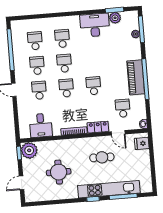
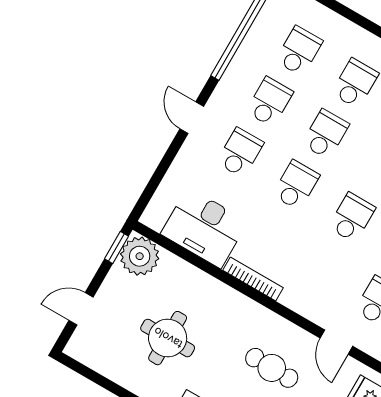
desk: (41, 125) -> (204, 228), width x1.37
locker: (98, 127) -> (305, 304), removed

